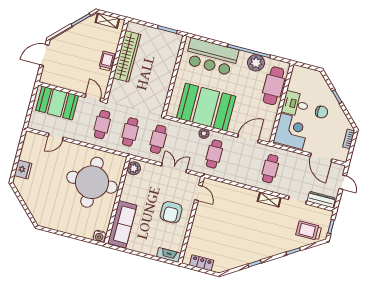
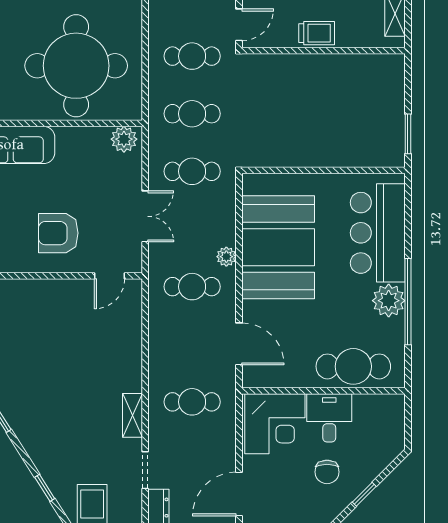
wardrobe: (127, 56) -> (336, 69), removed
plant: (256, 63) -> (389, 301), moved

